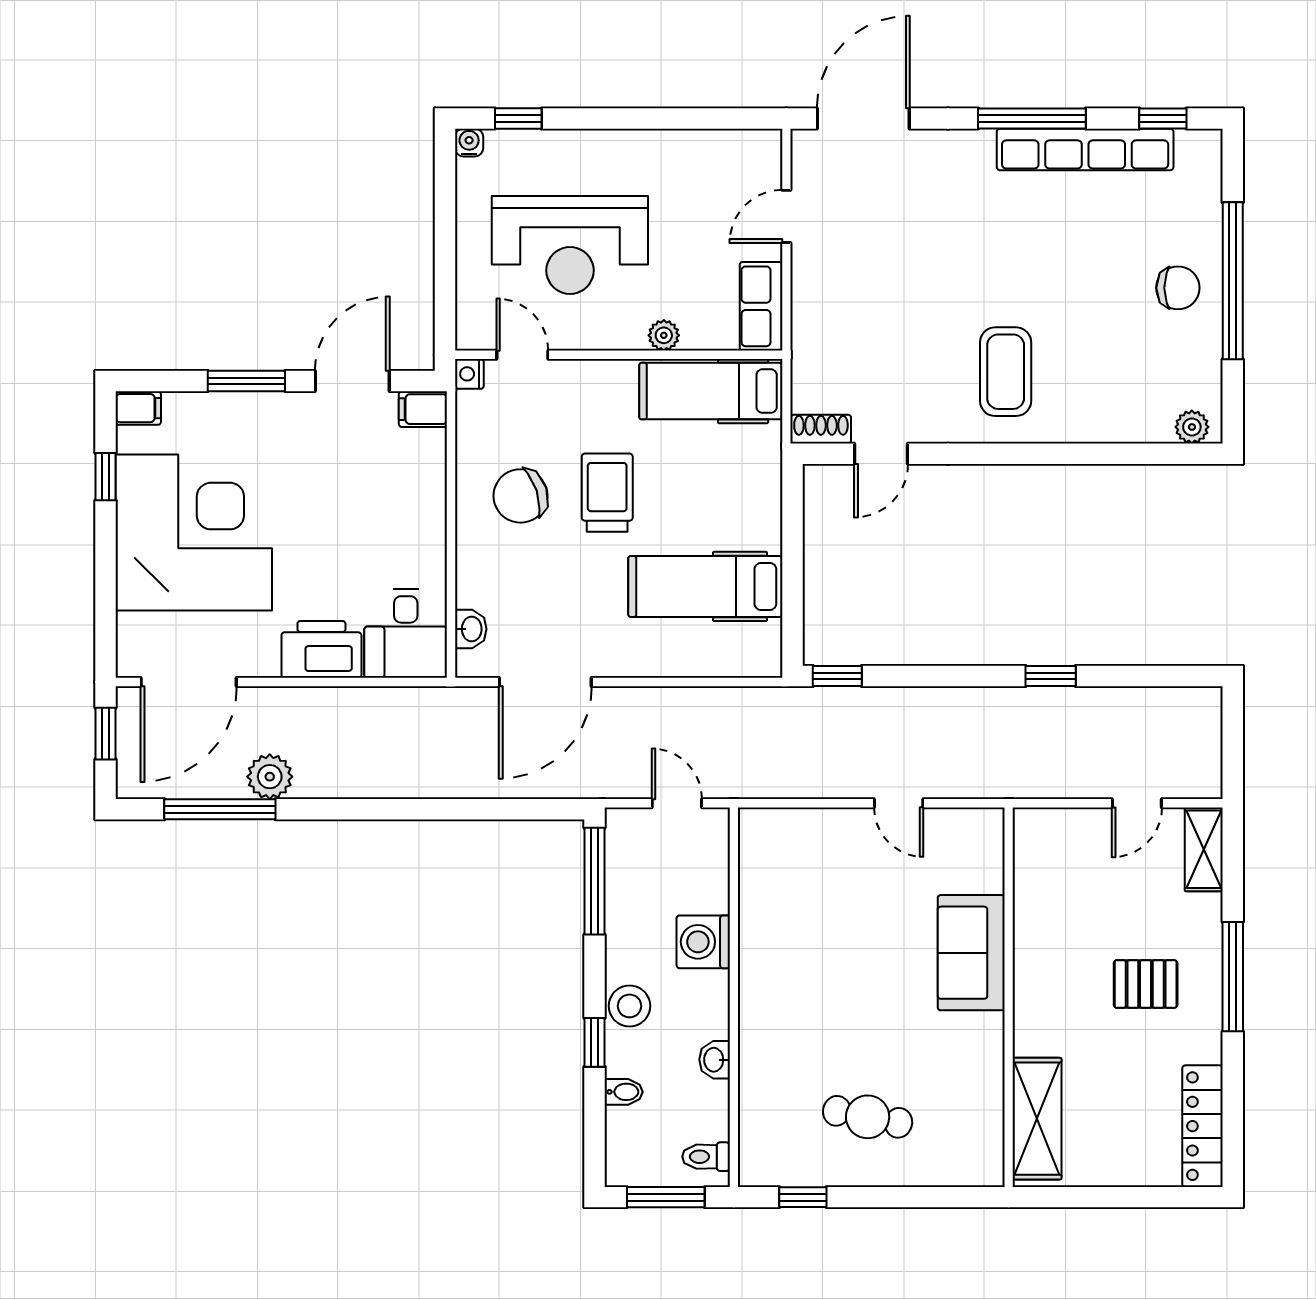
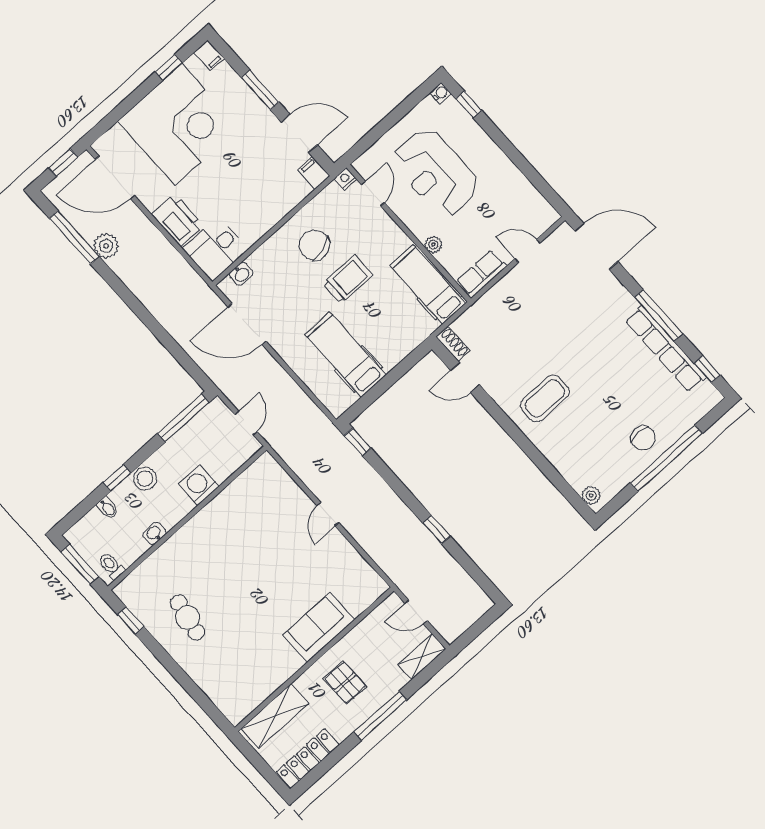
sofa: (971, 953) -> (319, 627), moved
wall: (1009, 997) -> (314, 659), moved
shelving: (1037, 1119) -> (275, 716), moved

